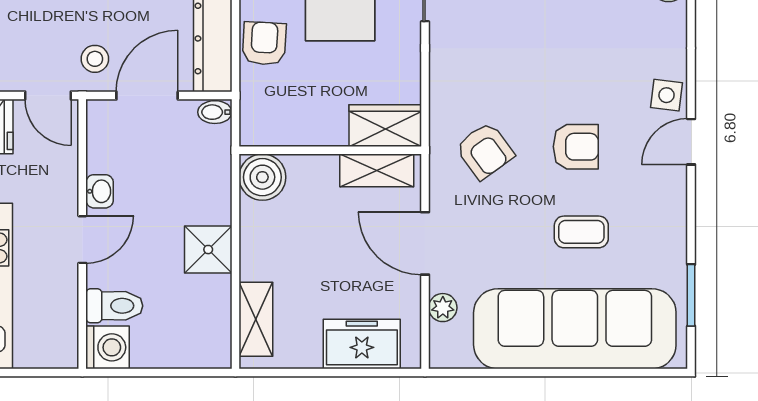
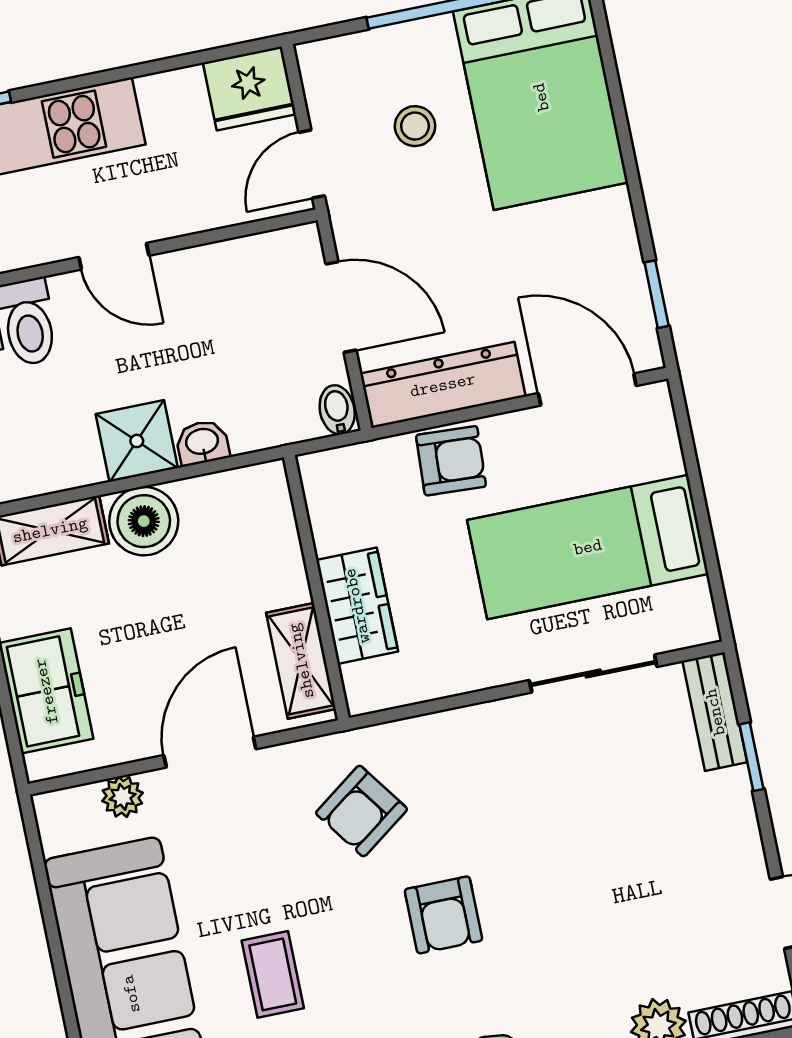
stool: (95, 59) -> (415, 126), moved
wardrobe: (385, 126) -> (357, 606), moved
armchair: (576, 147) -> (443, 915), moved
boiler: (262, 177) -> (144, 521), moved
washbasin: (100, 191) -> (202, 443), moved, turned 180

